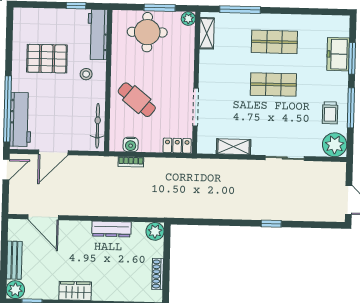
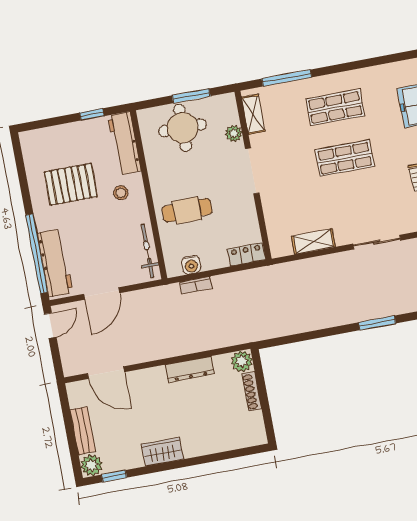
plant: (188, 19) -> (234, 133), moved
cafe table: (137, 100) -> (187, 210), turned -39
doorway: (195, 107) -> (252, 171), moved
window: (271, 224) -> (377, 323), width x1.50
shoe rack: (158, 274) -> (252, 391), moved

